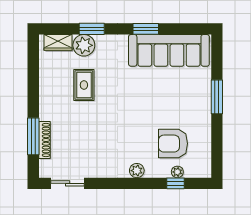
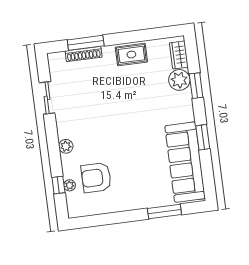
rug: (84, 85) -> (131, 55), moved
window: (217, 97) -> (164, 211), moved
armchair: (173, 144) -> (96, 178), turned -90
sliding door: (68, 183) -> (47, 98), moved

